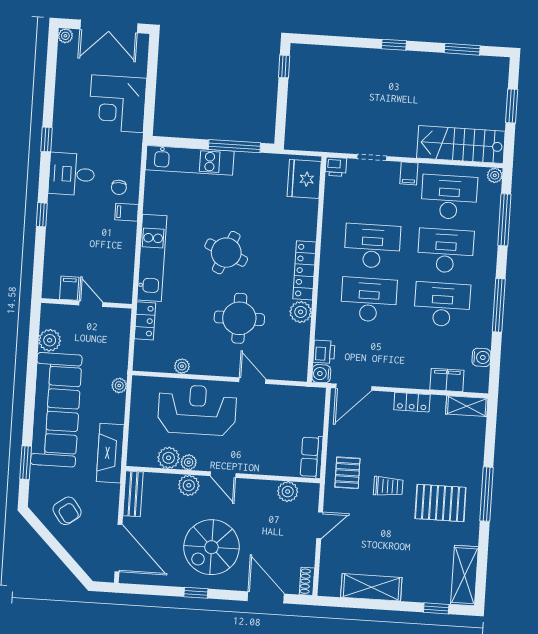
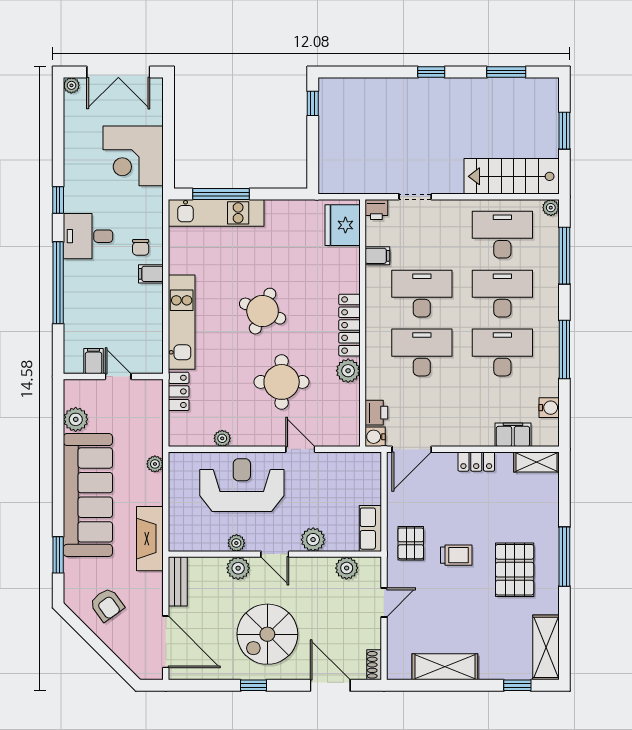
window: (234, 146) -> (221, 194), moved
filing cabinet: (409, 173) -> (377, 256), moved, turned -90
window: (42, 215) -> (58, 283), width x3.17
plant: (169, 458) -> (313, 540), moved
pallet: (440, 503) -> (515, 570), turned 90

